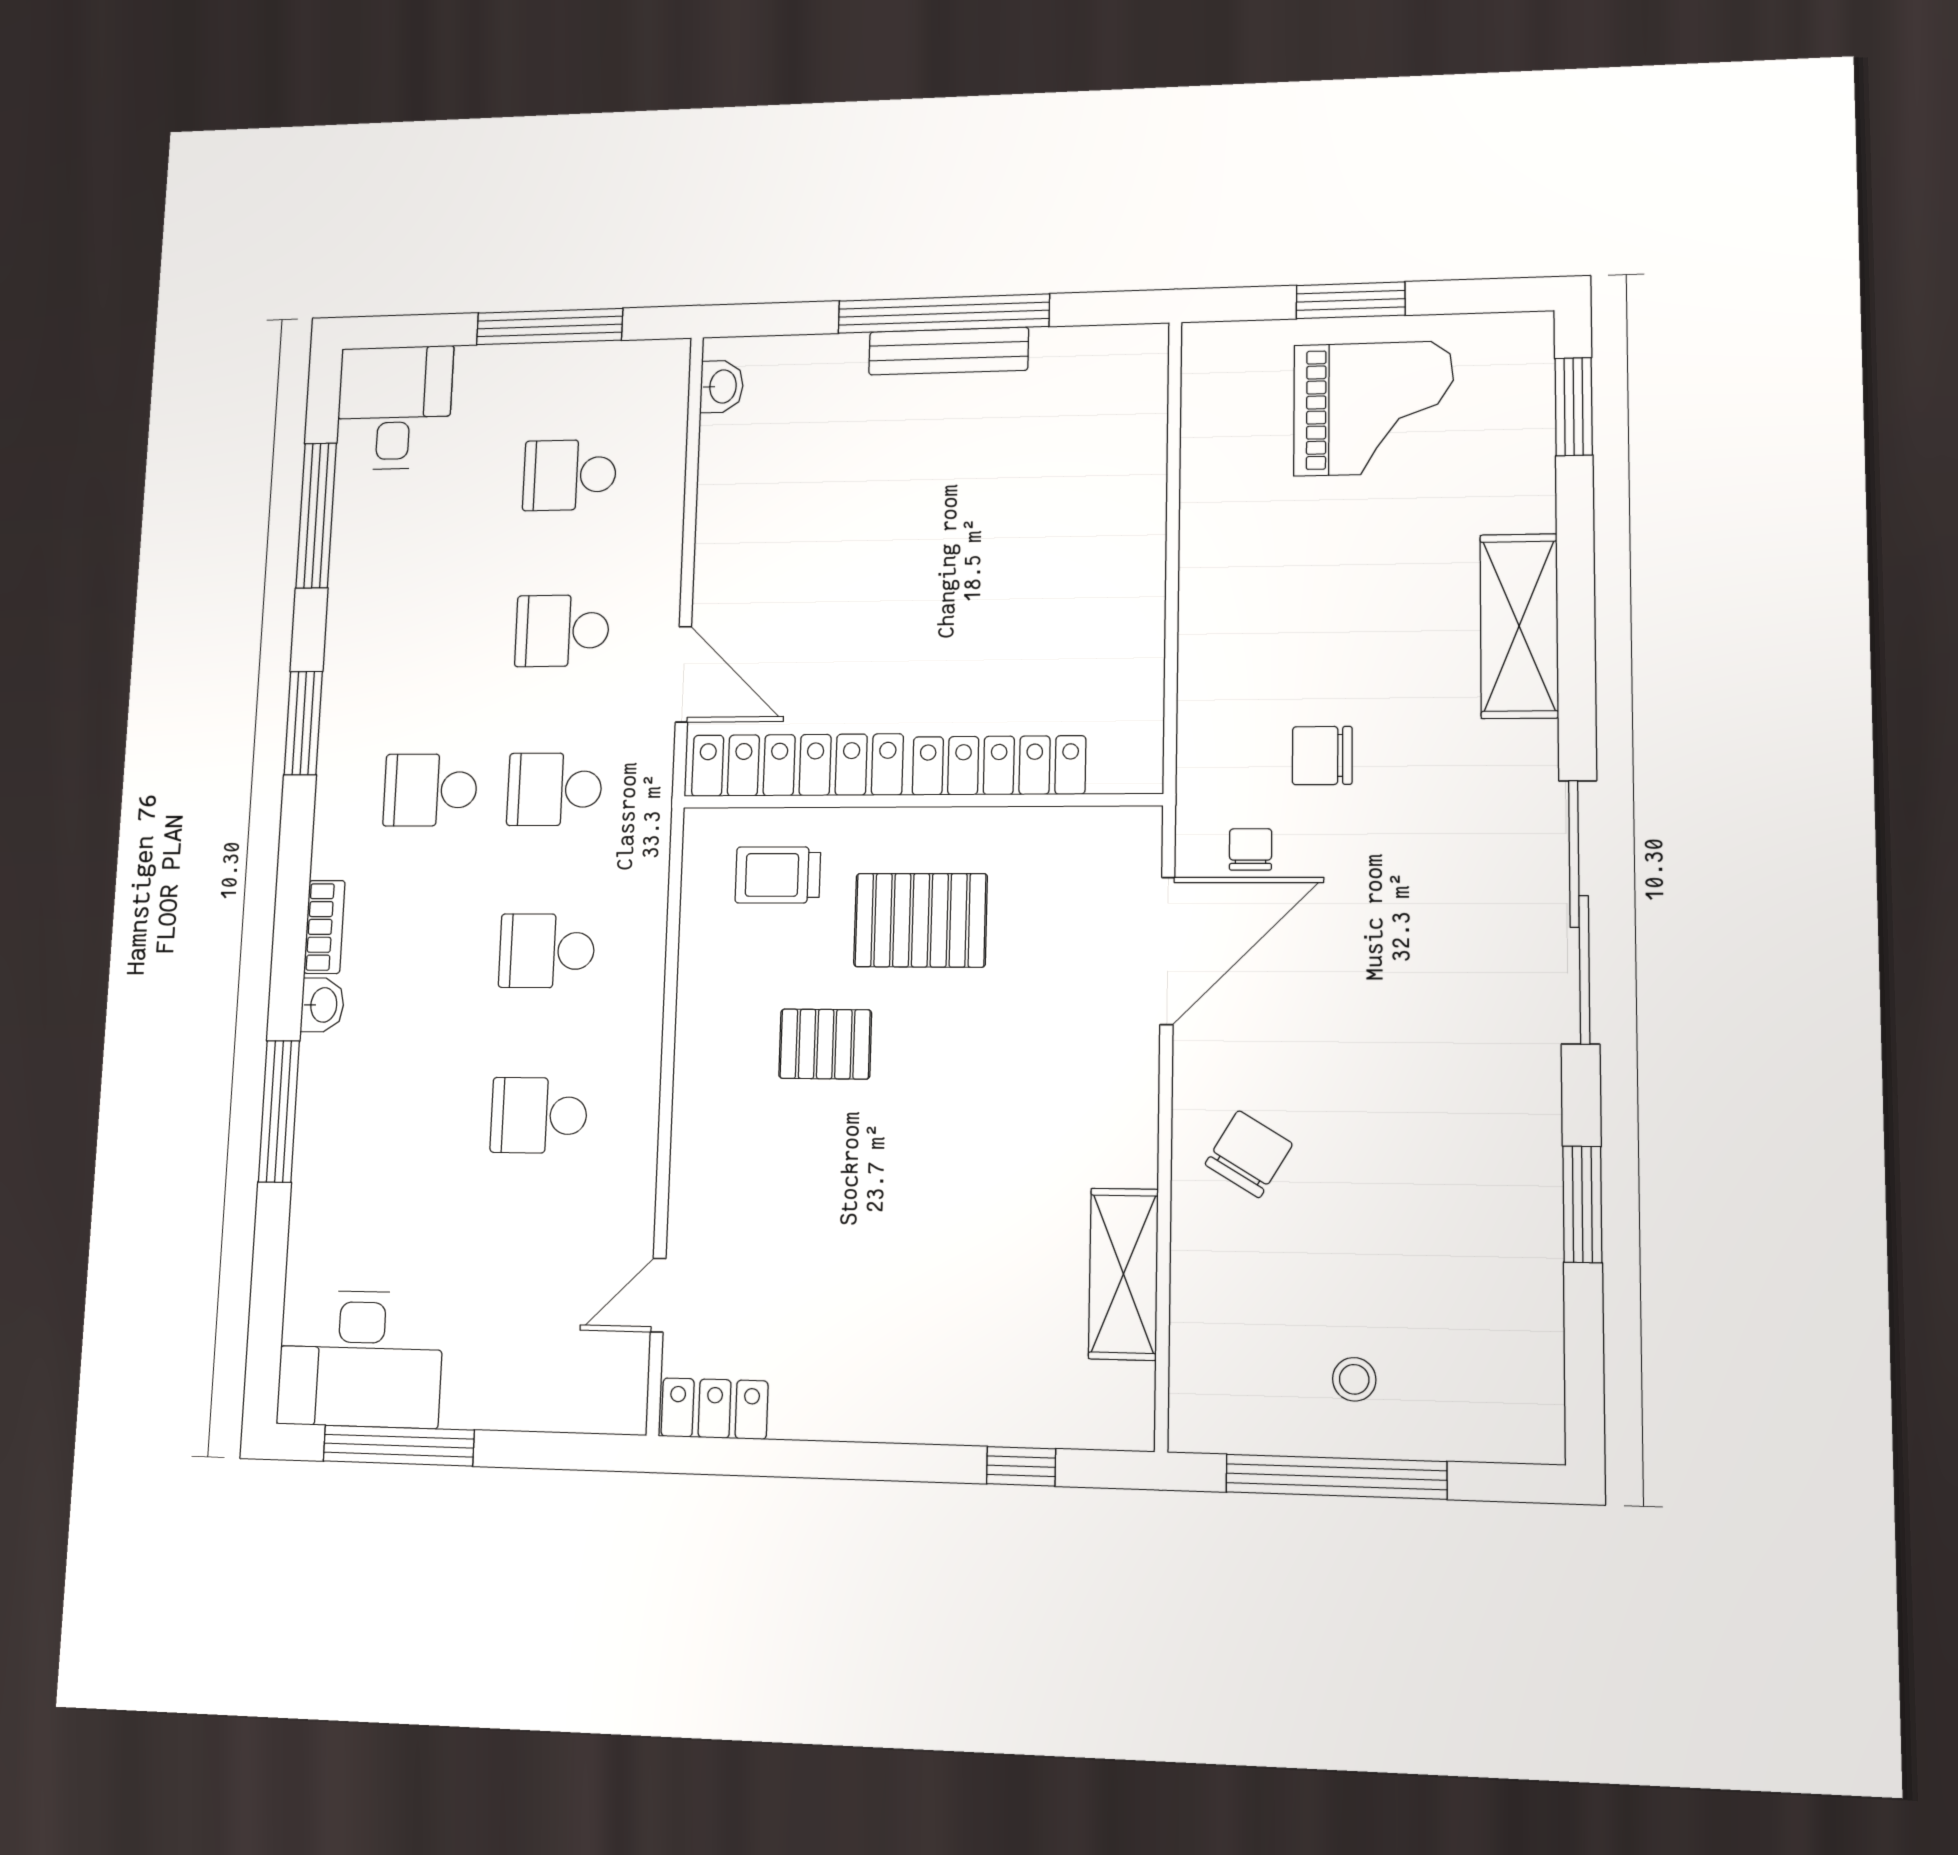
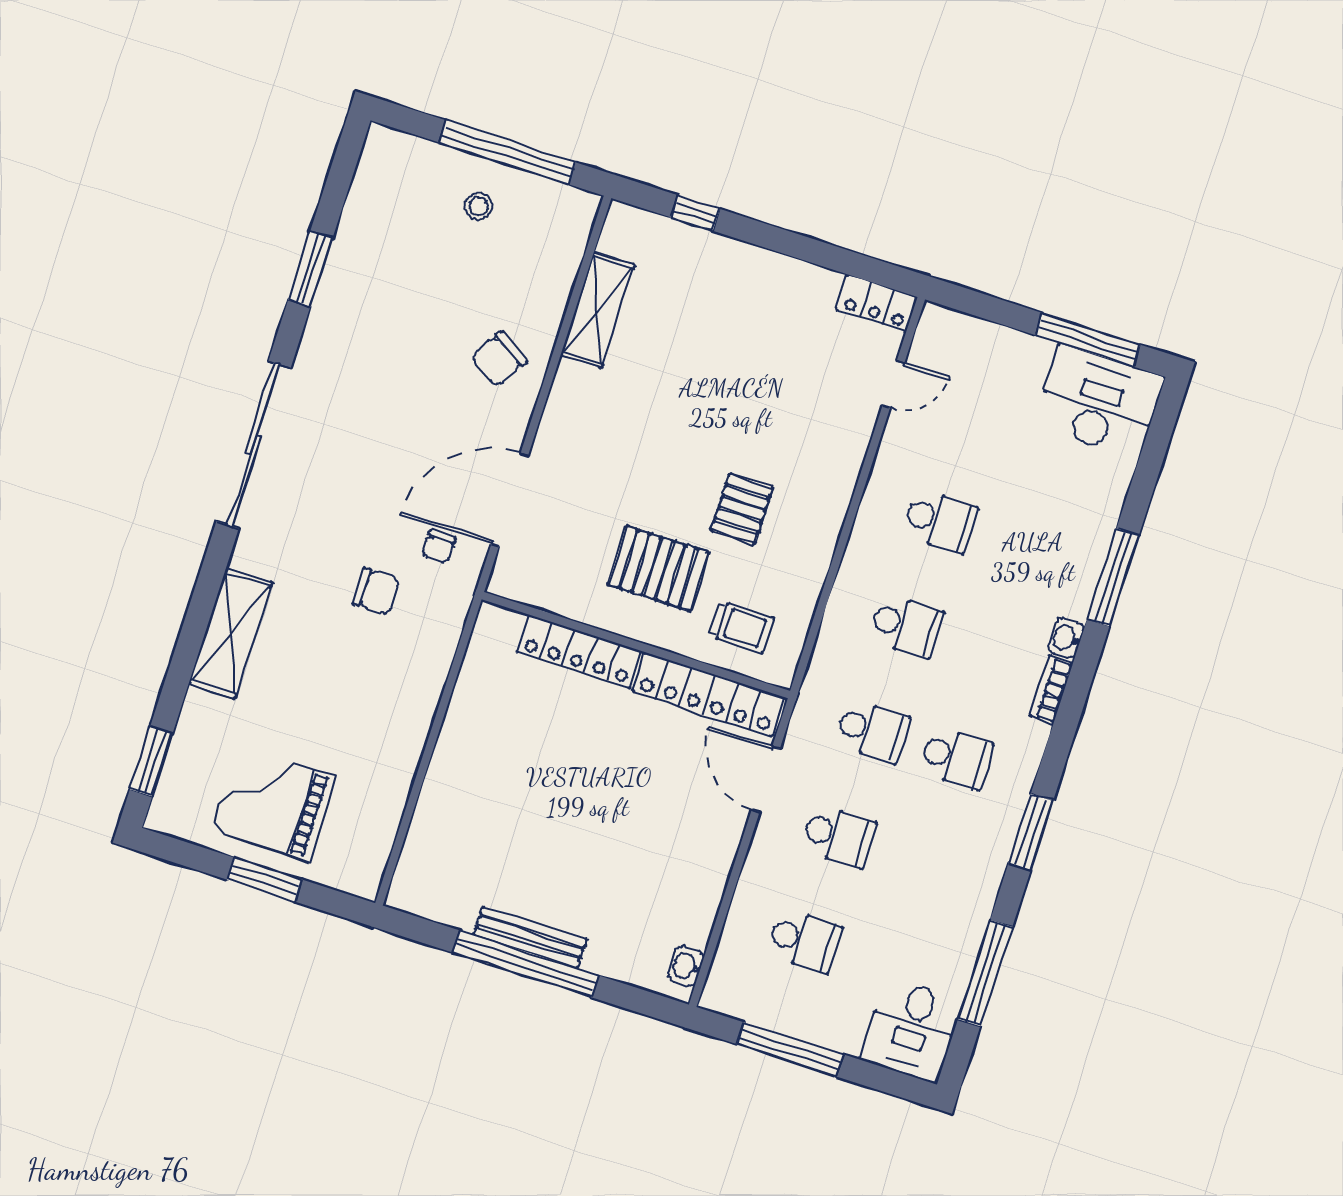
pallet: (825, 1044) -> (742, 509), turned 90

